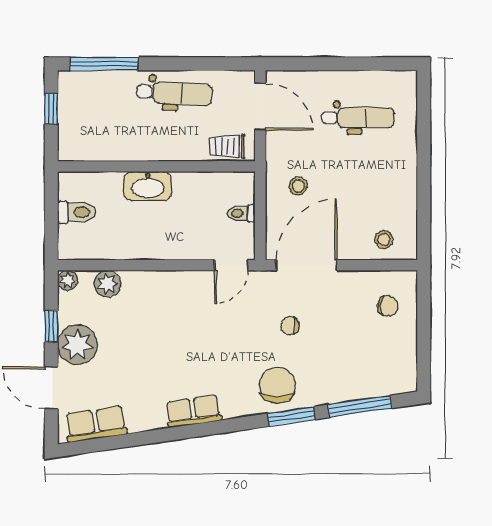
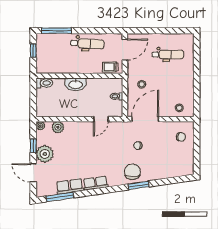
door: (260, 107) -> (125, 50), hinge flipped
toilet: (77, 212) -> (44, 83), moved
door: (231, 265) -> (101, 119), moved
window: (360, 406) -> (60, 197), moved
row of seats: (96, 424) -> (70, 186), moved

